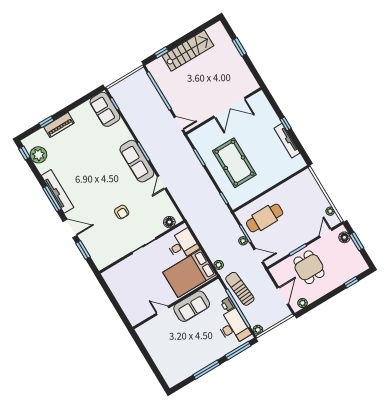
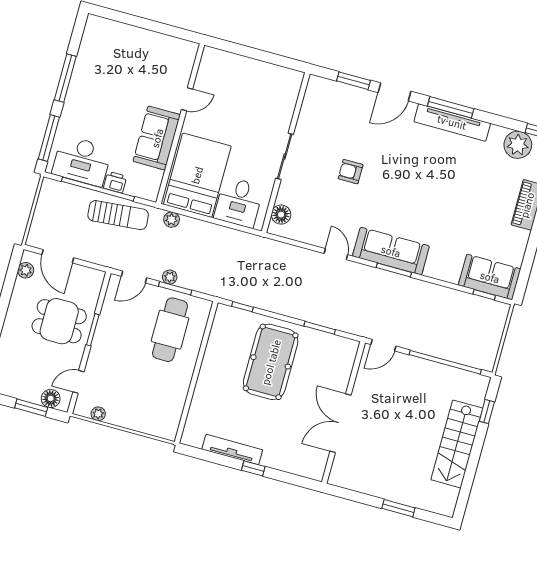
pool table: (234, 163) -> (271, 362), turned 90
door: (326, 233) -> (78, 382), swing flipped
plant: (258, 330) -> (49, 186), removed

